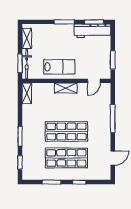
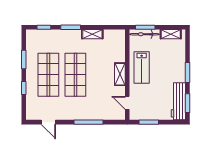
shelving: (27, 93) -> (92, 34), moved

